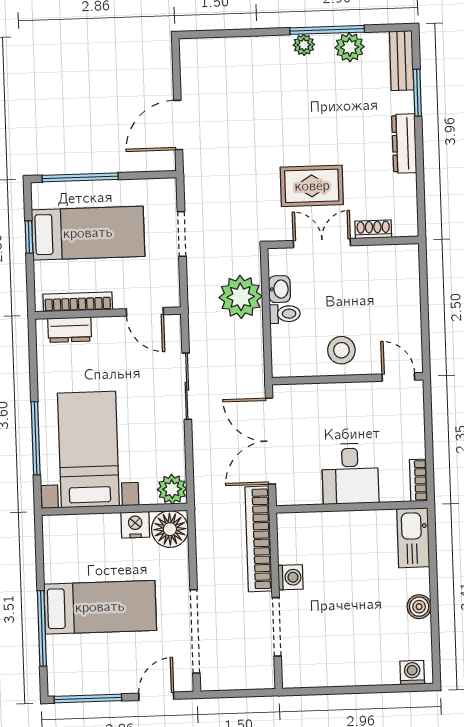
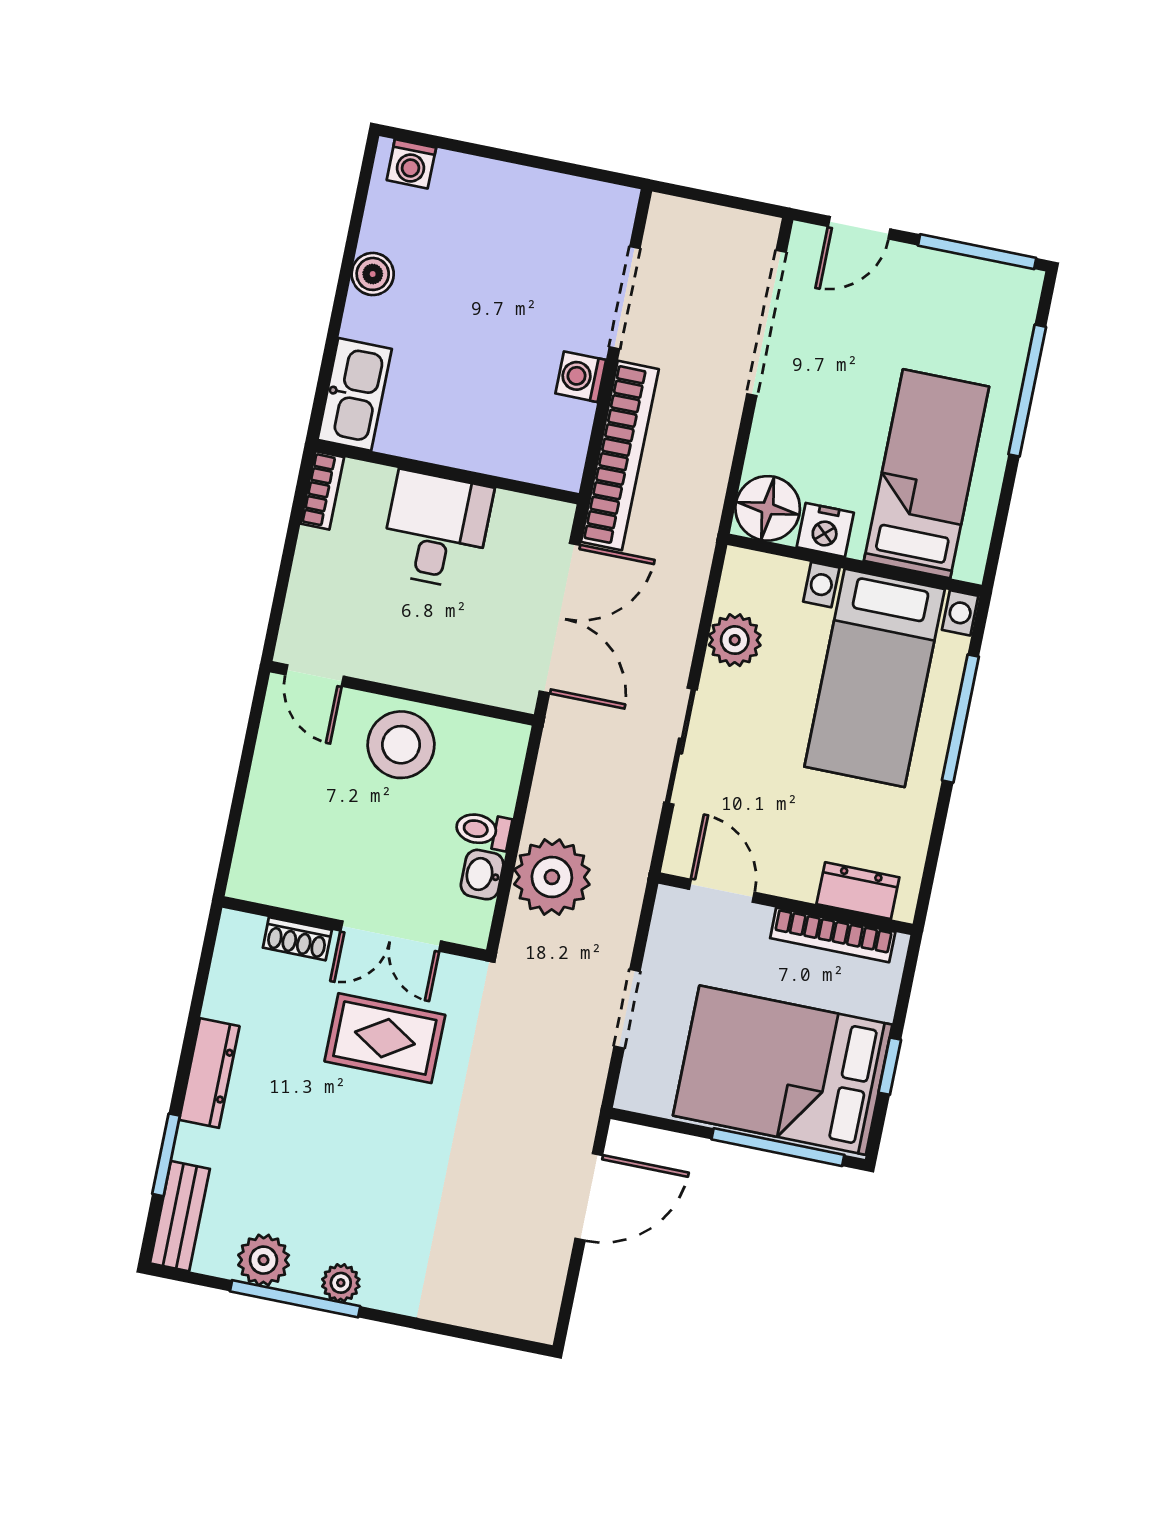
bed: (88, 233) -> (783, 1070), width x1.50
stool: (341, 350) -> (401, 745), width x1.38, depth x1.38
plant: (172, 489) -> (735, 640), moved
bed: (100, 607) -> (927, 474), moved, turned 90

